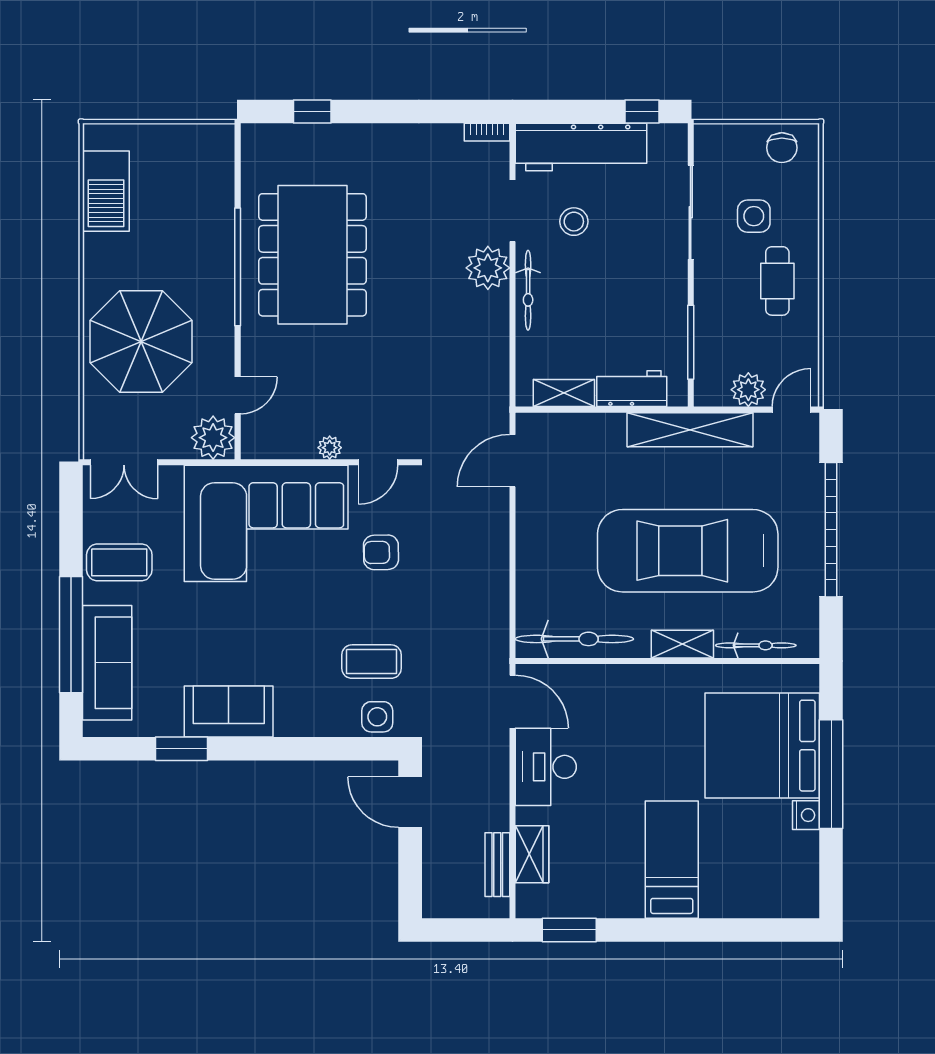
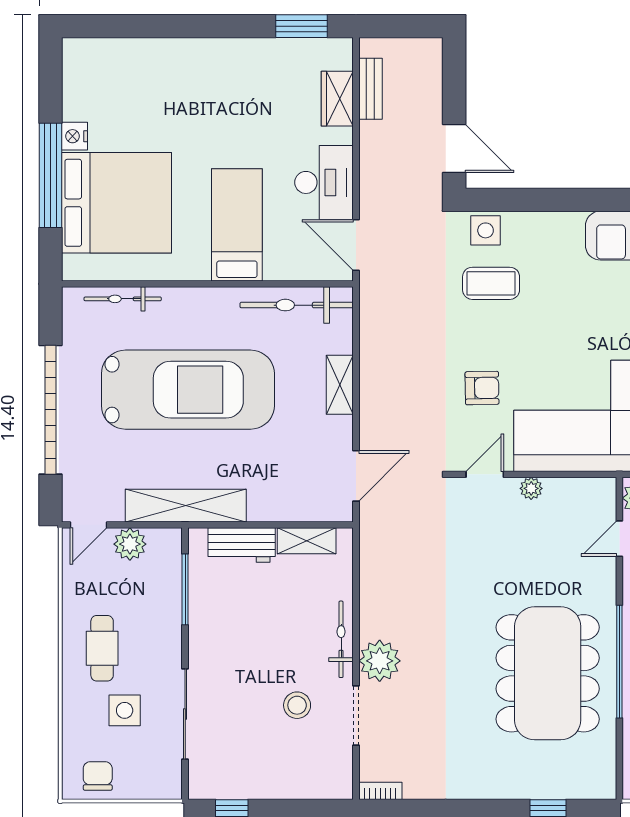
workbench: (581, 147) -> (290, 777), removed
shelving: (682, 644) -> (340, 385), moved, turned 90
bed: (672, 860) -> (237, 225), moved, turned 180

